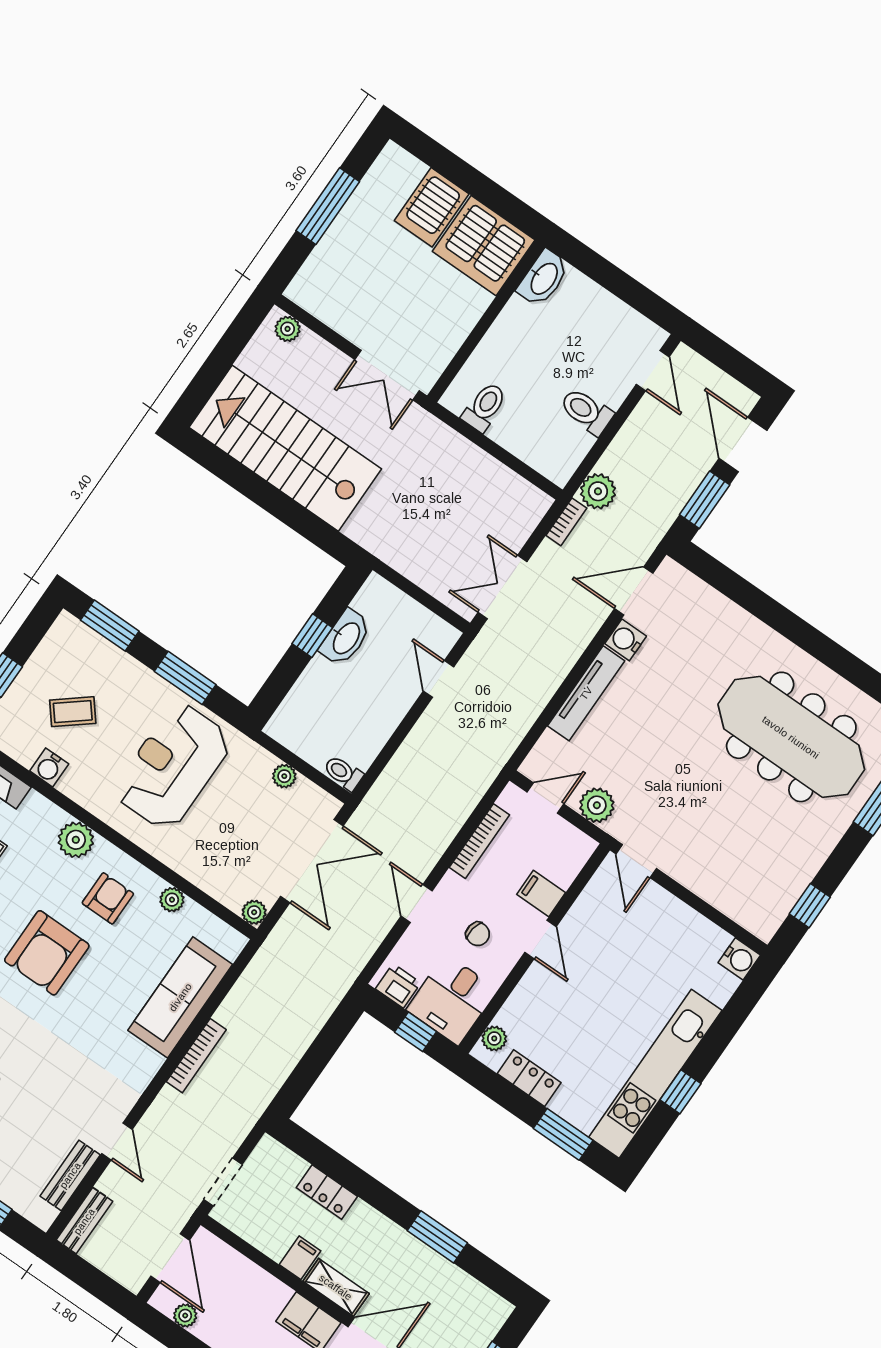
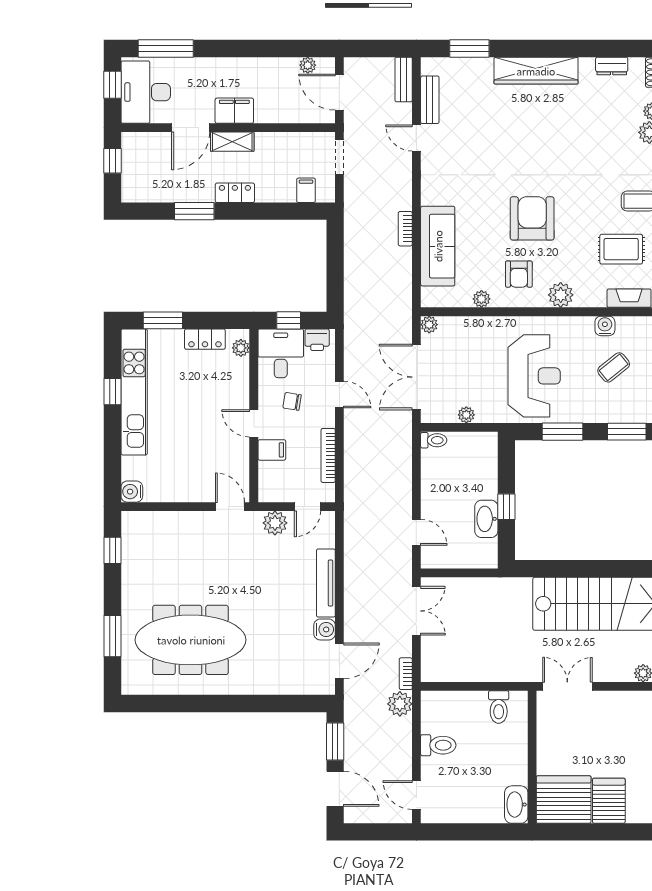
bookcase: (196, 1056) -> (405, 229), width x0.64
locker: (327, 1192) -> (235, 193), moved
filing cabinet: (300, 1258) -> (306, 190), moved, turned 180

